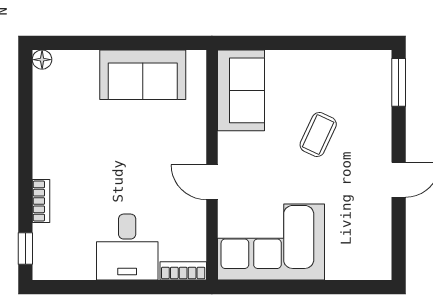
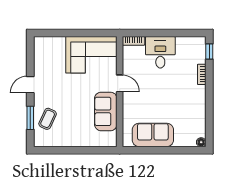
window: (399, 82) -> (30, 118), moved
sofa: (241, 90) -> (106, 111), moved
coffee table: (318, 135) -> (48, 119), moved

